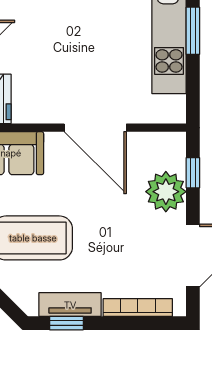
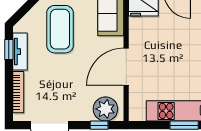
plant: (166, 192) -> (105, 109), moved

